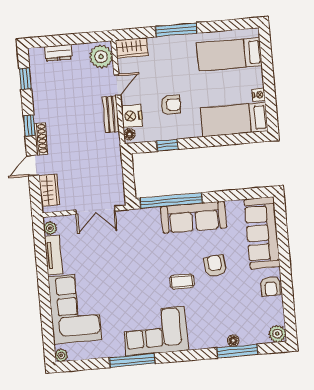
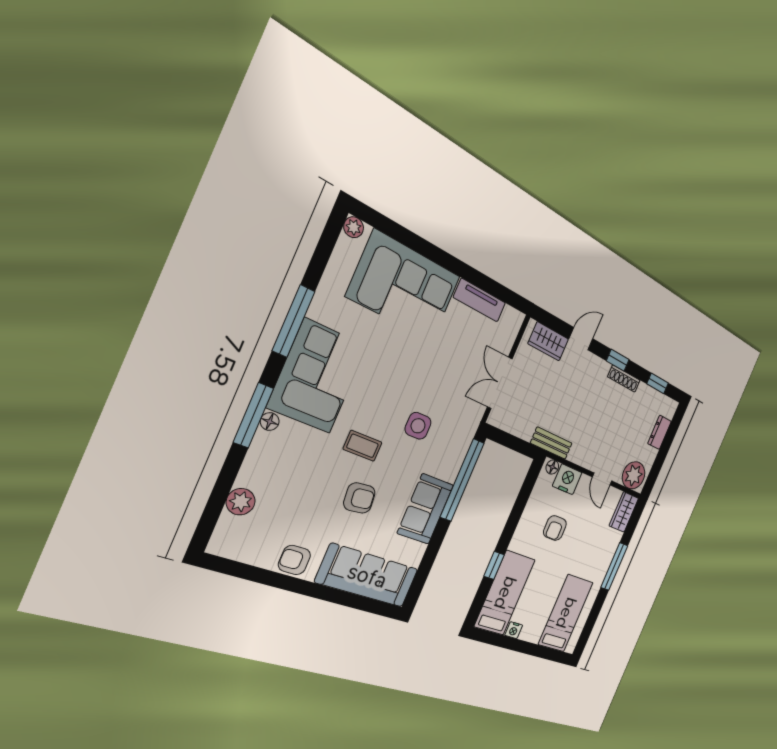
bench: (111, 114) -> (551, 443), moved
shoe rack: (41, 139) -> (624, 379), moved
window: (167, 145) -> (494, 565), moved
door: (33, 166) -> (581, 339), hinge flipped
sofa: (194, 217) -> (425, 509), width x0.73
plant: (50, 228) -> (510, 316), removed
side table: (152, 252) -> (418, 426), added
coffee table: (182, 281) -> (363, 446), turned 90
plant: (277, 334) -> (241, 502), moved
floor lamp: (233, 341) -> (270, 422), moved
window: (237, 351) -> (253, 415), moved

